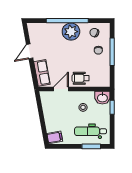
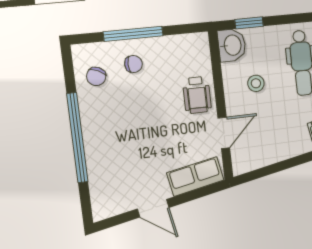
plant: (71, 32) -> (100, 127), removed
door: (61, 89) -> (224, 133), swing flipped

